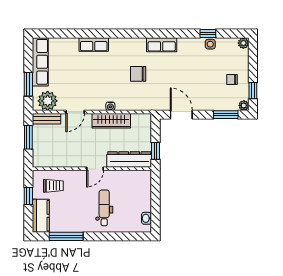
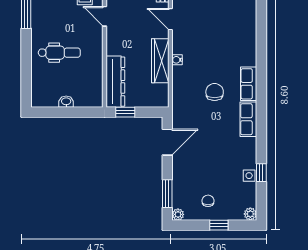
row of seats: (94, 44) -> (249, 84), moved
window: (253, 91) -> (219, 225), moved
door: (95, 169) -> (105, 16), moved
washbasin: (146, 218) -> (66, 102), moved

